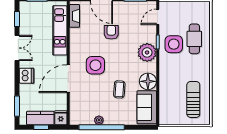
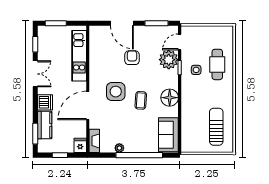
fireplace: (75, 16) -> (94, 141), moved
side table: (174, 44) -> (196, 70), width x0.54, depth x0.54
plant: (147, 52) -> (169, 60), moved
floor lamp: (148, 81) -> (170, 98), moved
coffee table: (119, 89) -> (141, 100), moved
kitchen counter: (40, 118) -> (45, 125), moved, turned 90
window: (102, 127) -> (139, 155), moved

